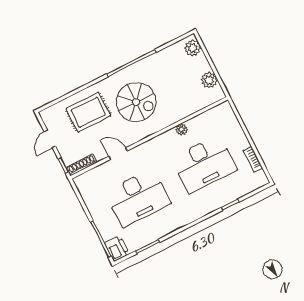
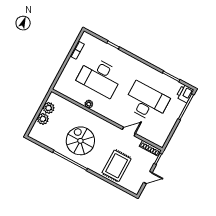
plant: (193, 48) -> (43, 119), moved
spiral stairs: (136, 102) -> (80, 141), moved
rug: (88, 112) -> (117, 166), turned 90
door: (118, 154) -> (129, 131), swing flipped
desk: (204, 164) -> (100, 77), turned 180

